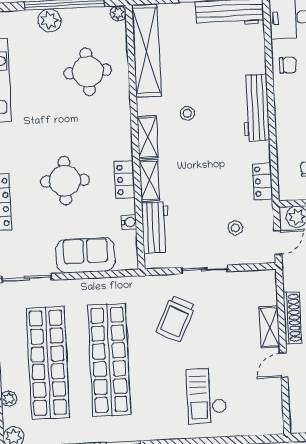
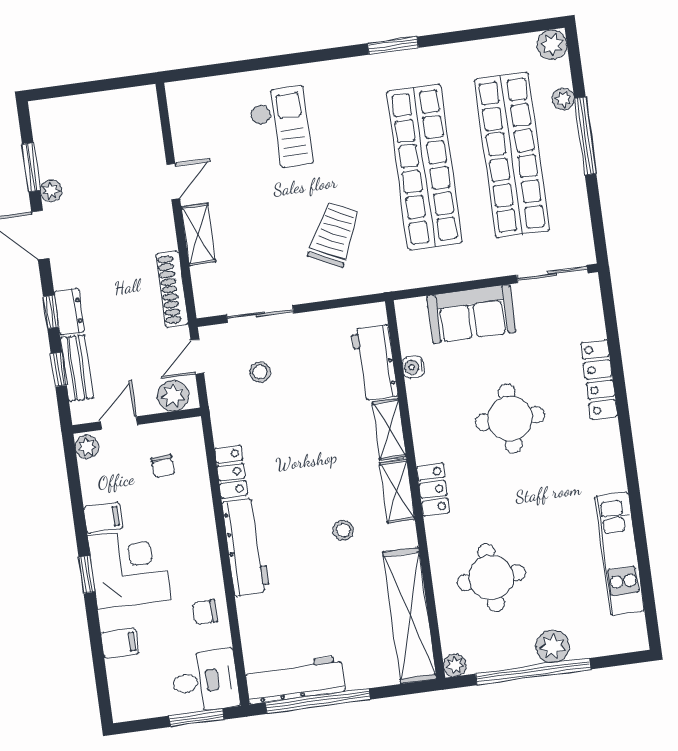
locker: (125, 180) -> (433, 490), moved
locker: (262, 181) -> (231, 472), moved
sliding door: (205, 269) -> (260, 314), moved
shoe rack: (292, 318) -> (172, 289), moved

